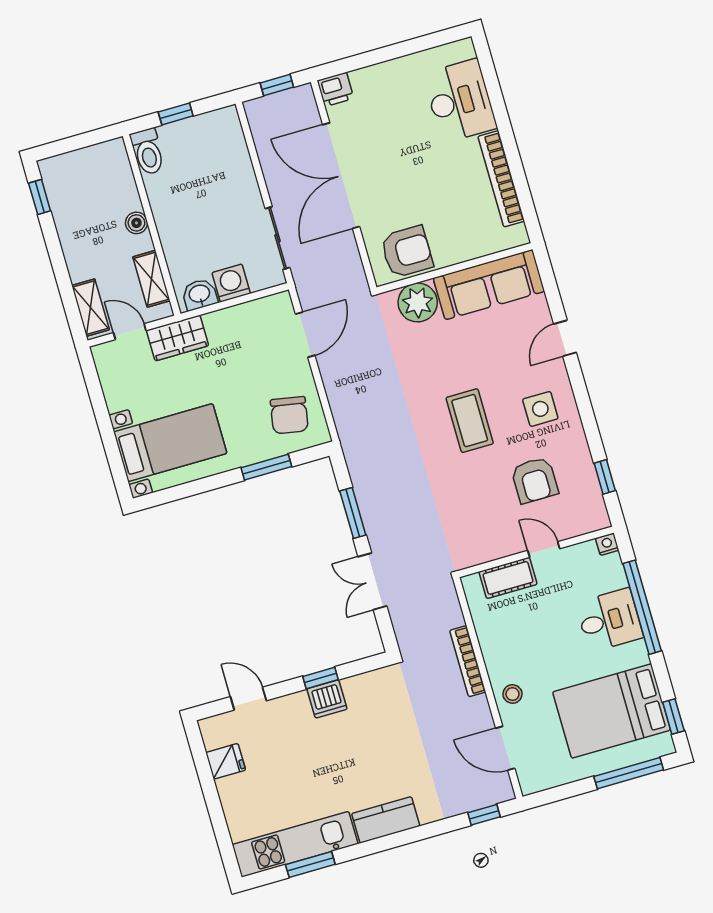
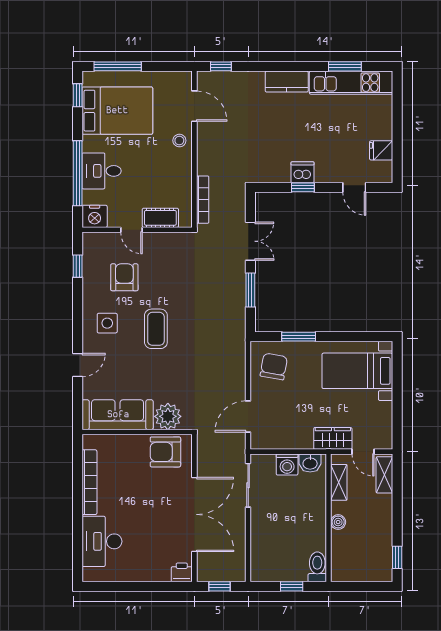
nightstand: (607, 544) -> (95, 216), width x1.89, depth x1.79
bookcase: (468, 661) -> (203, 200), moved

